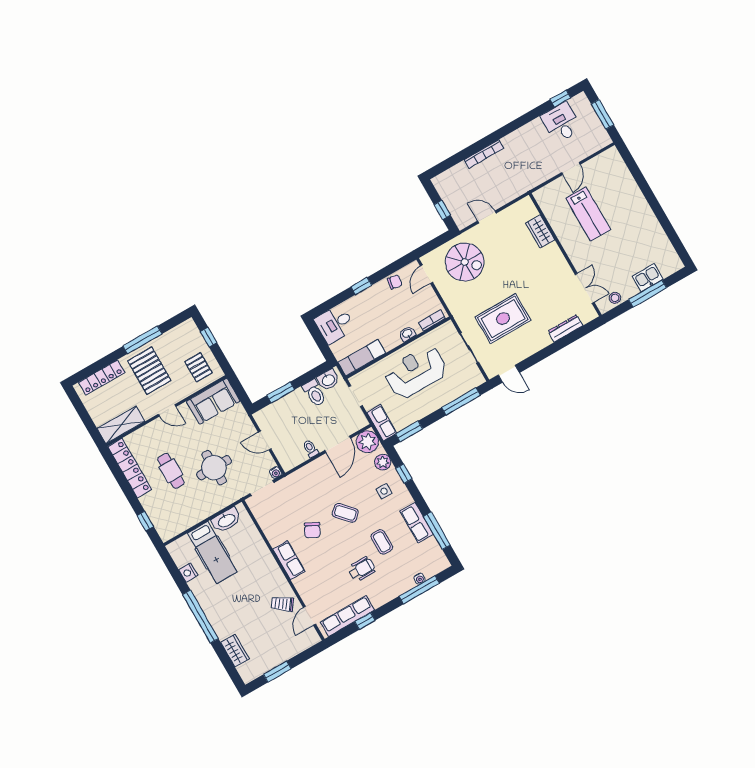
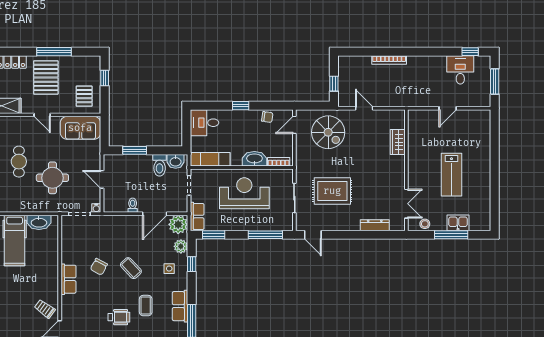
lab bench: (588, 214) -> (451, 175), moved
washbasin: (407, 334) -> (254, 159), width x1.91, depth x1.45

